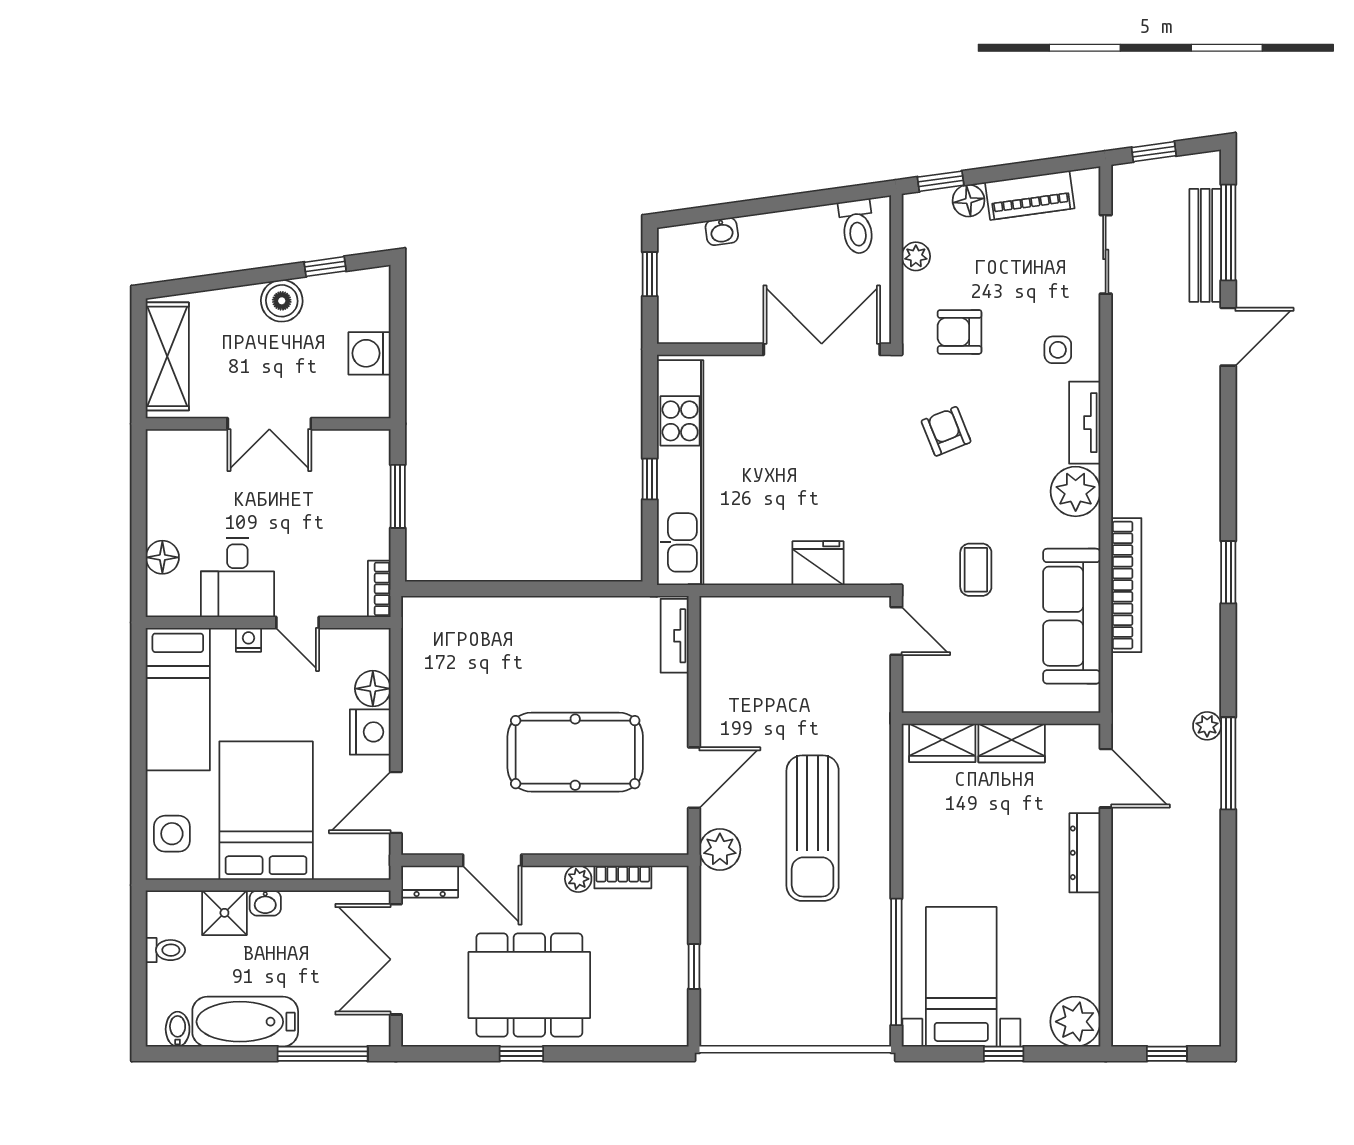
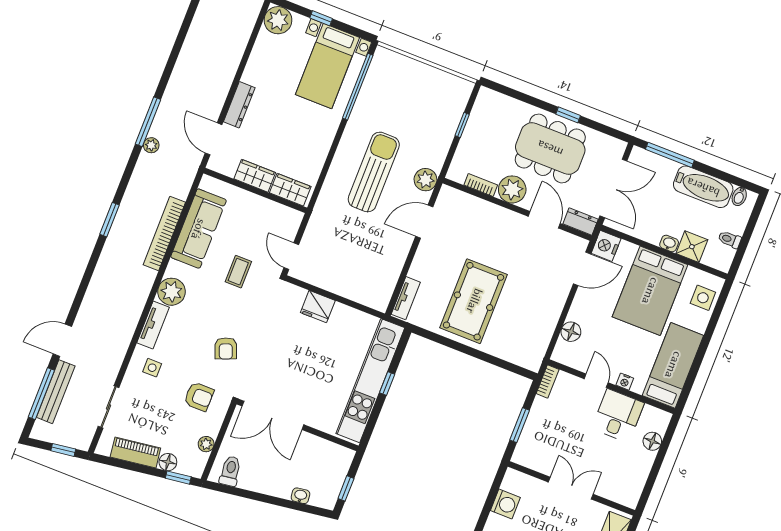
nightstand: (370, 732) -> (606, 246), moved
pool table: (575, 752) -> (474, 301), moved, turned 90
plant: (578, 879) -> (512, 189), width x1.88, depth x1.88

